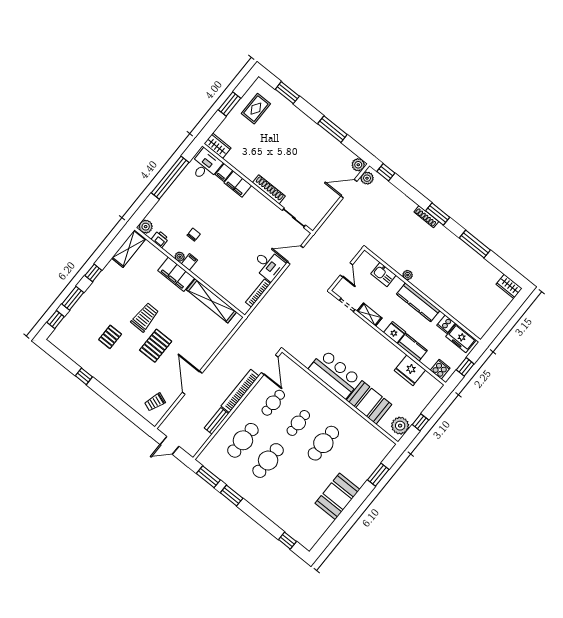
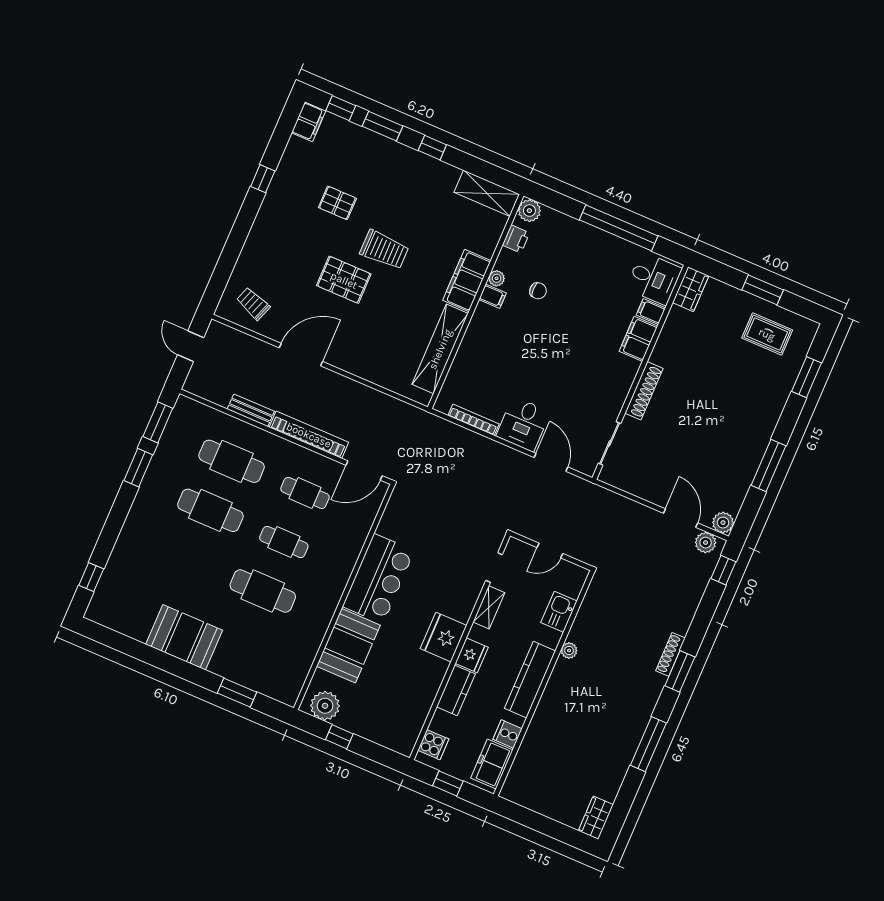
filing cabinet: (58, 340) -> (309, 122), added
fridge: (410, 370) -> (444, 637), moved

